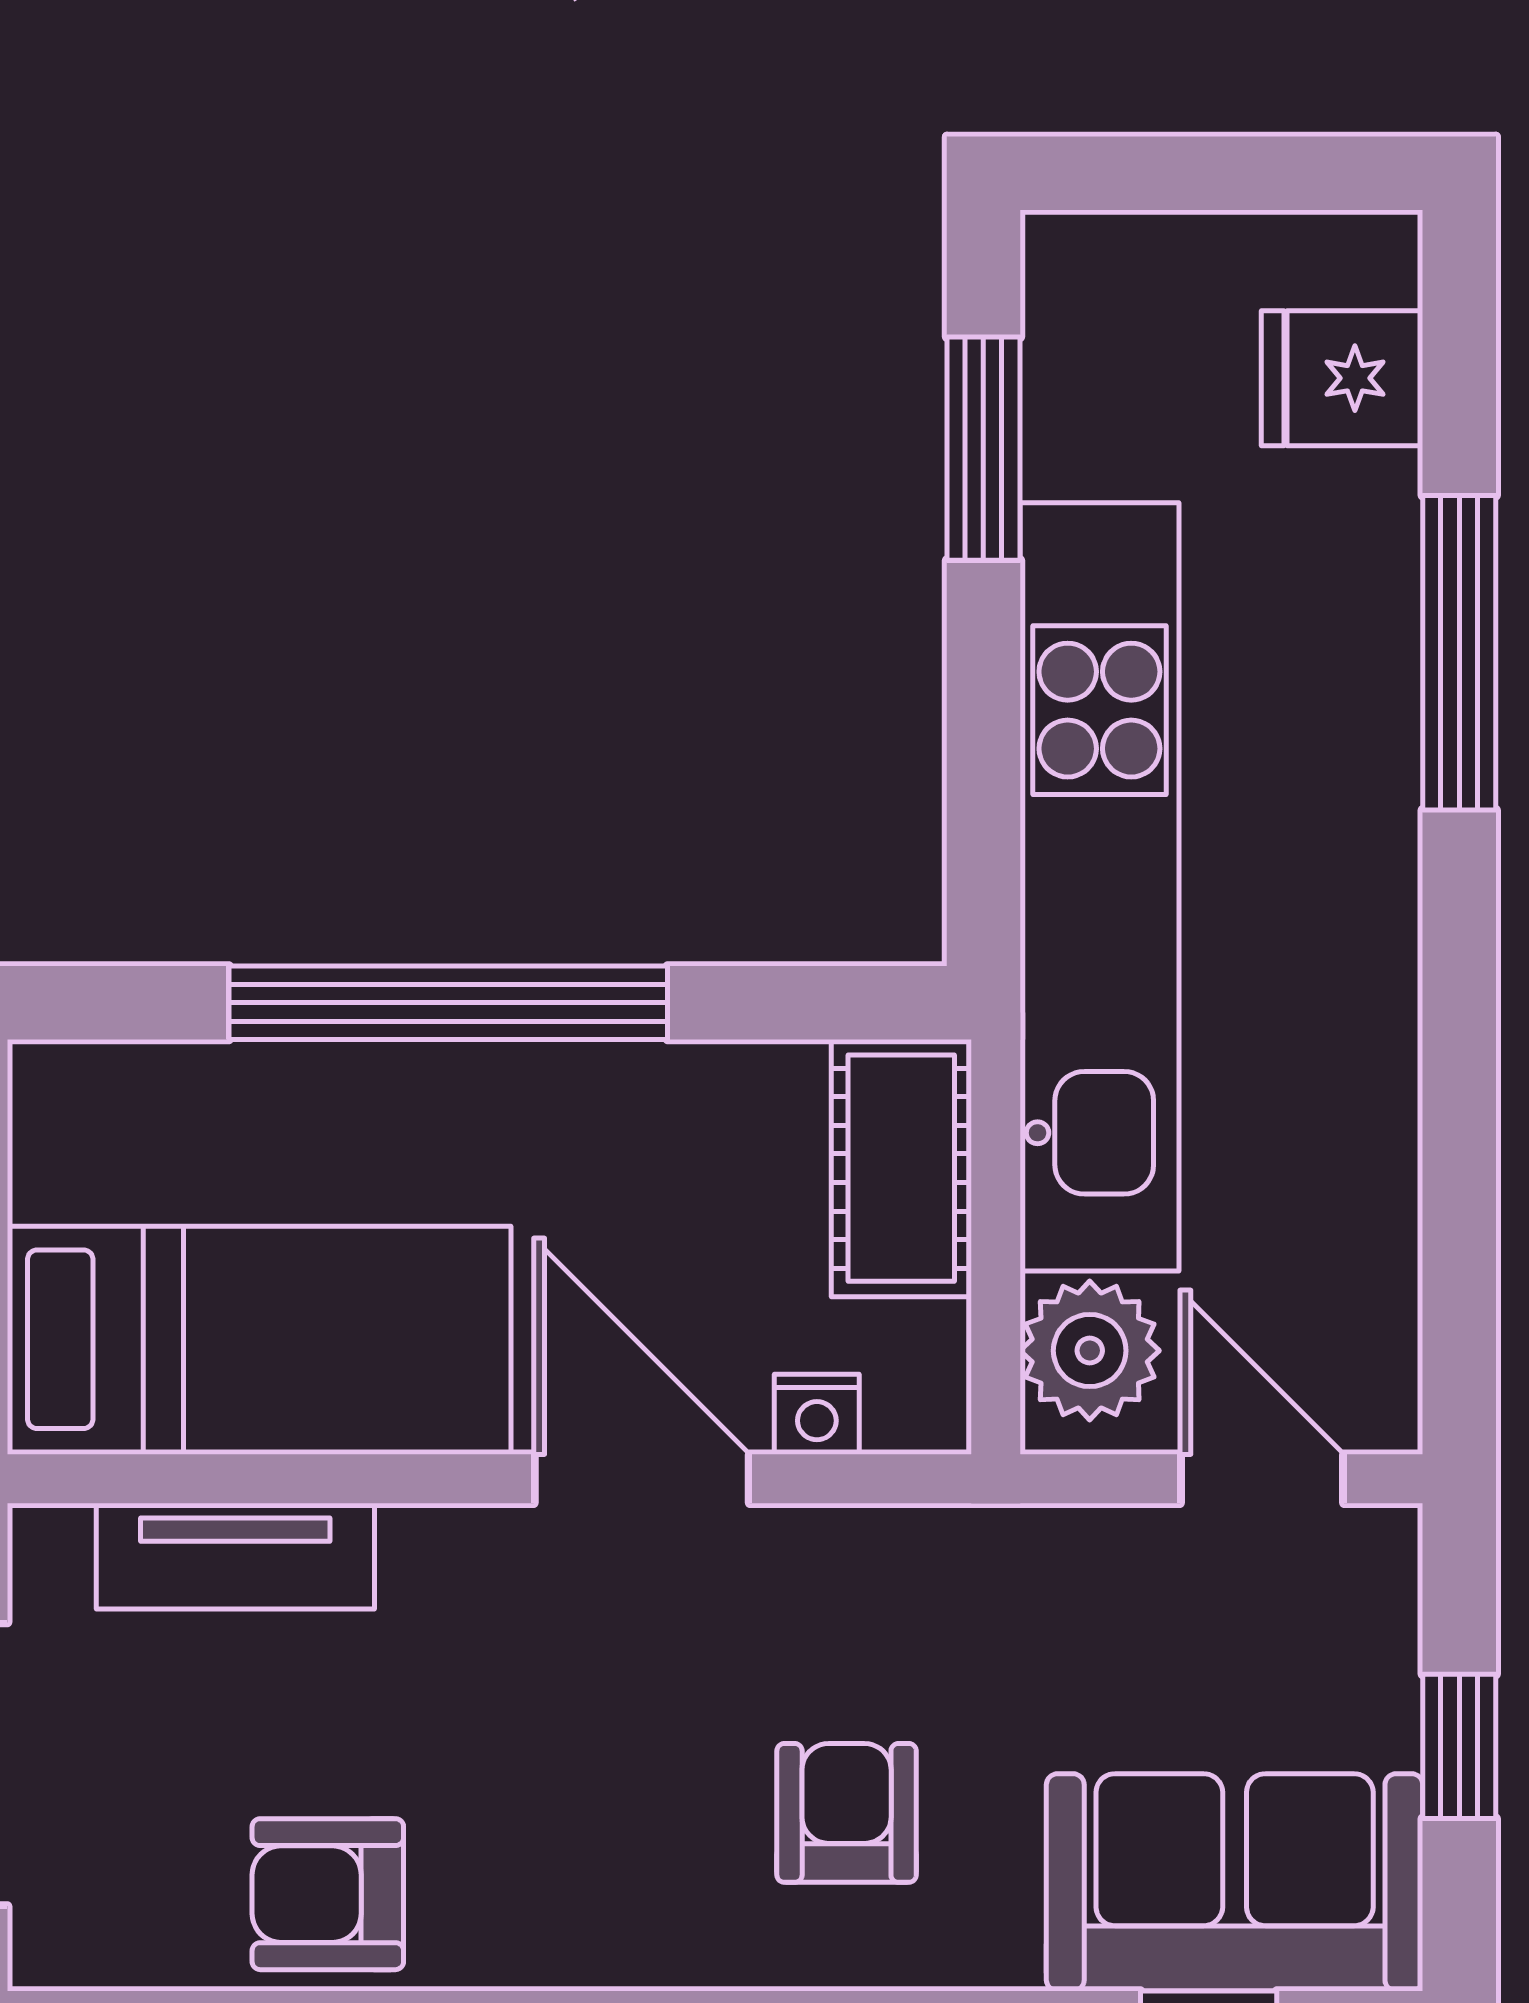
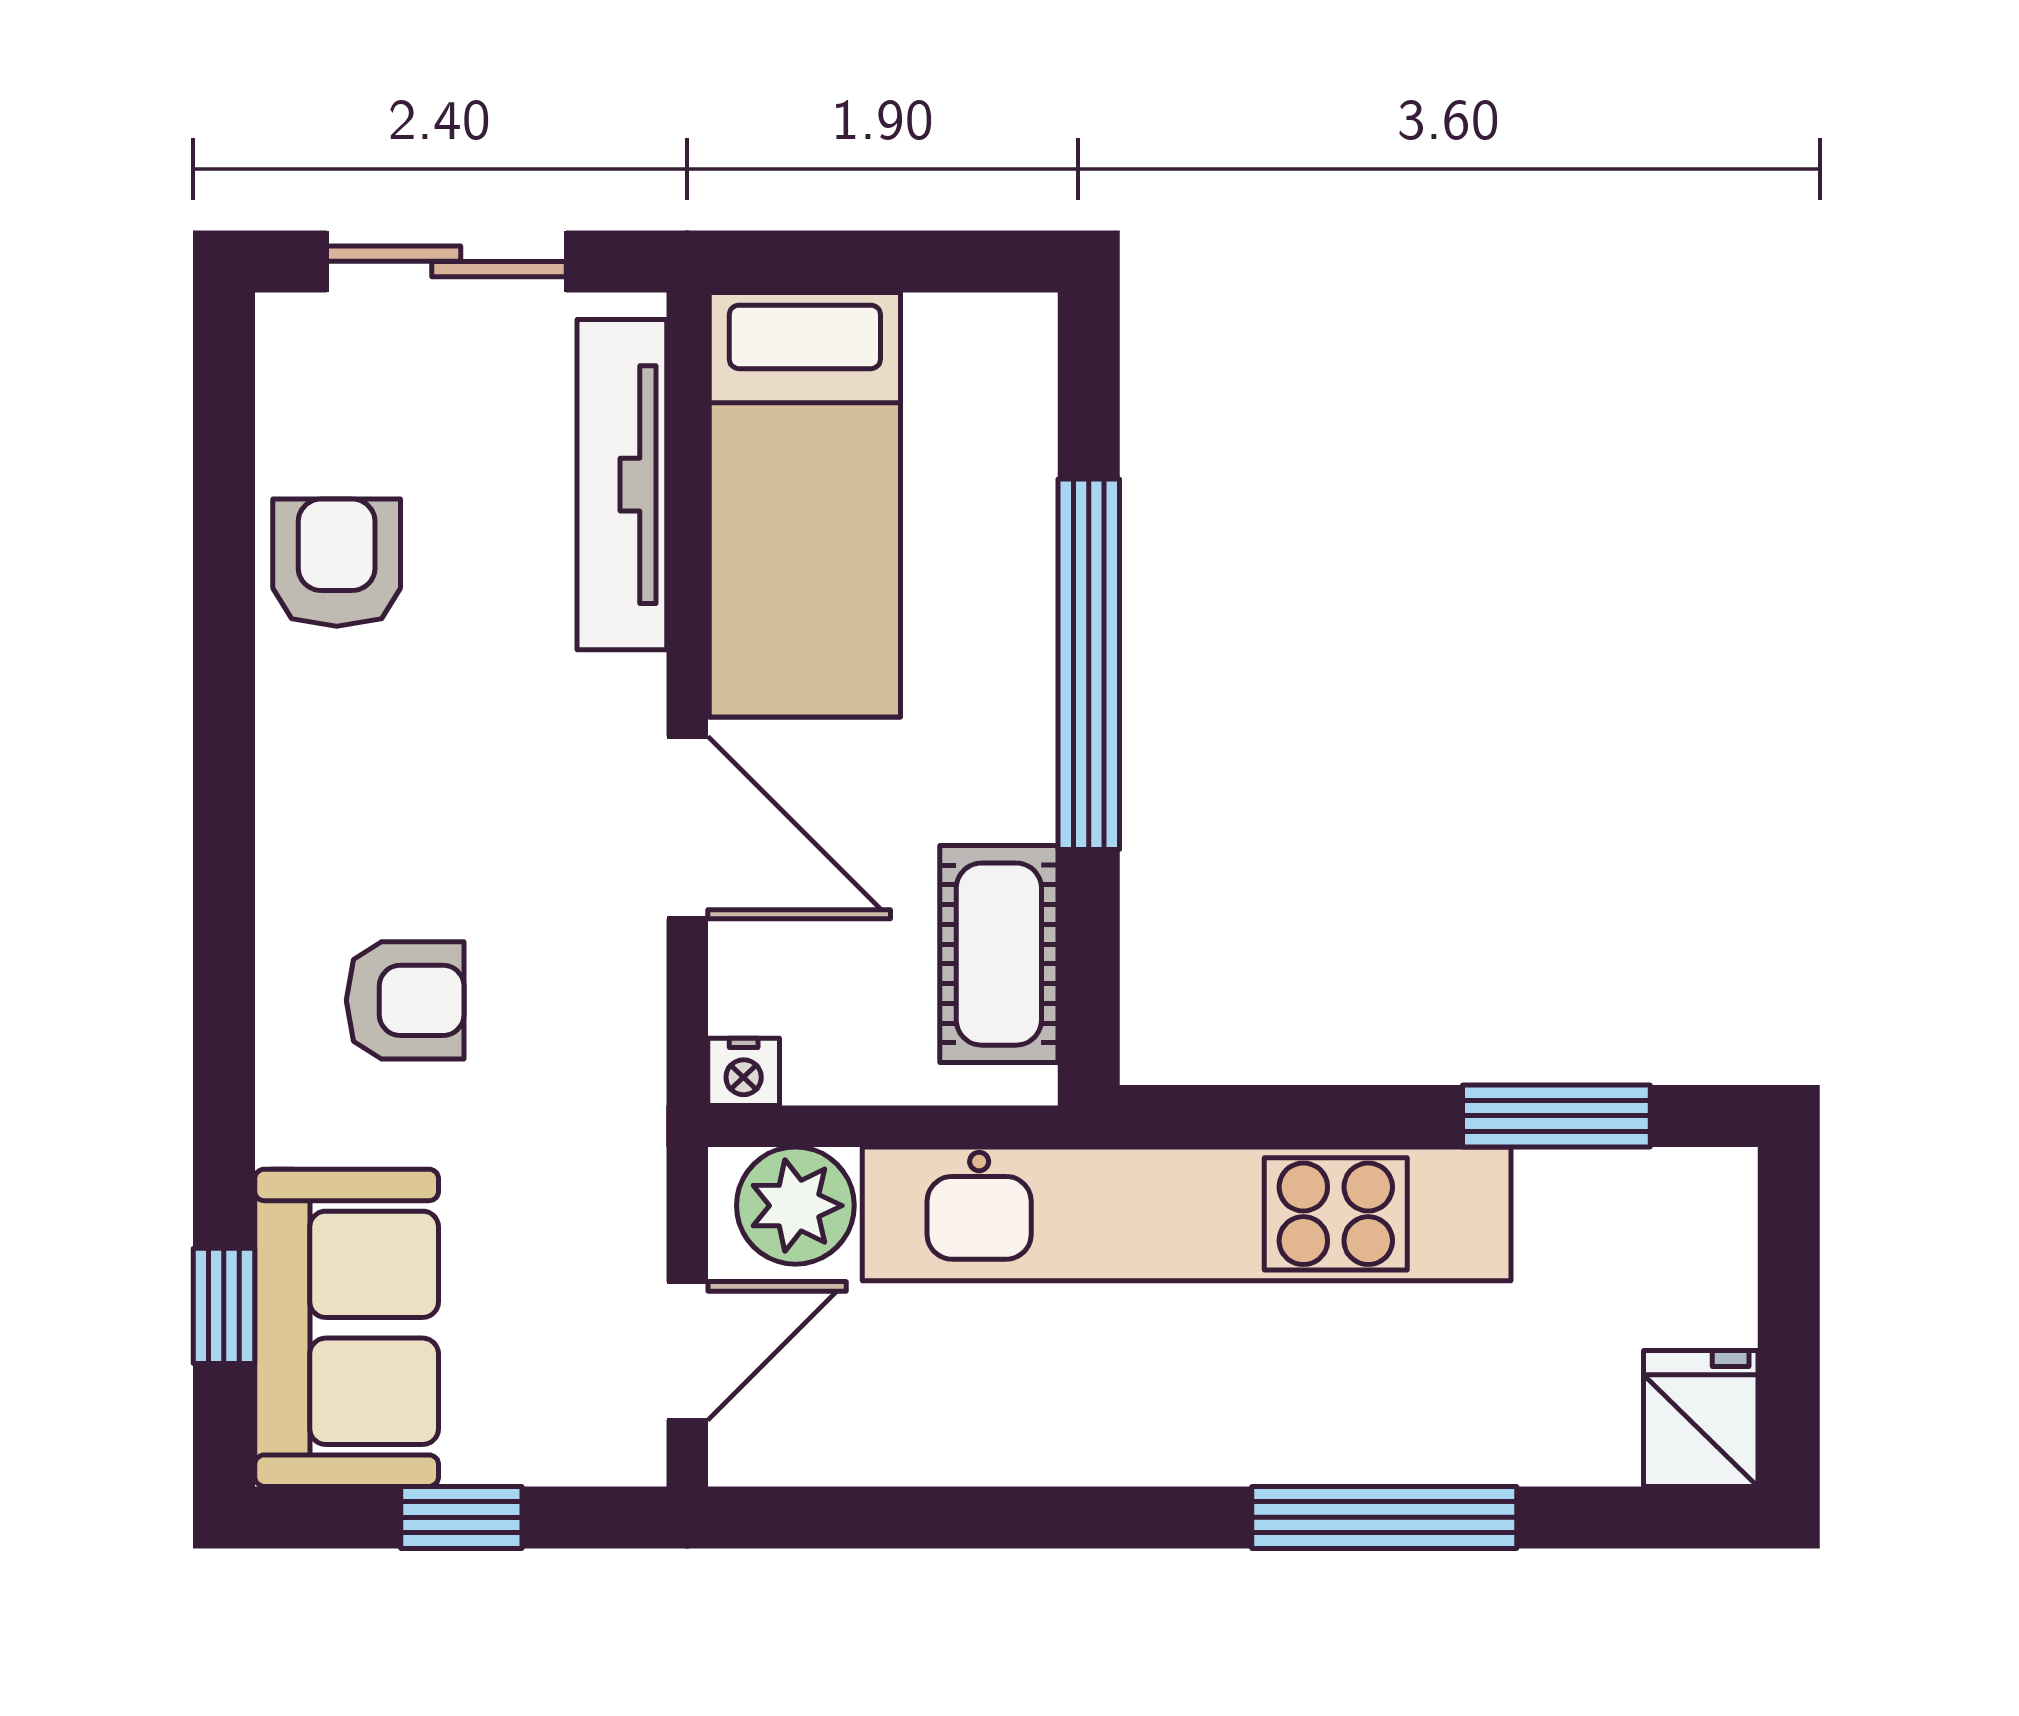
fridge: (1342, 378) -> (1701, 1418), moved
cot: (901, 1168) -> (999, 954), moved, turned 90
nightstand: (817, 1414) -> (744, 1072), moved, turned -90
door: (642, 1479) -> (687, 828), hinge flipped
tv unit: (235, 1556) -> (622, 485), width x1.41

